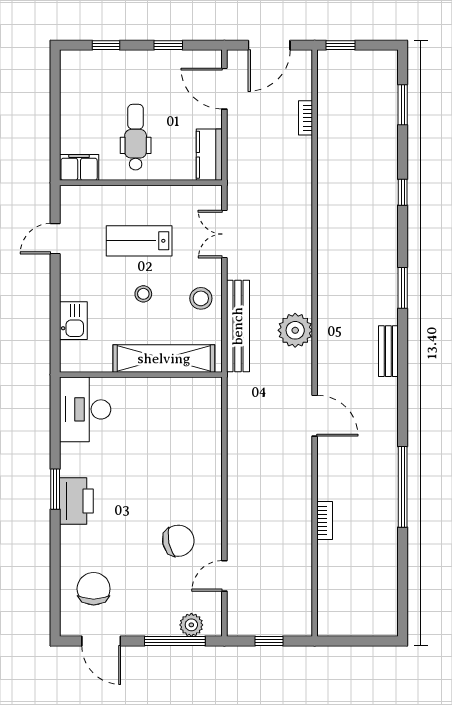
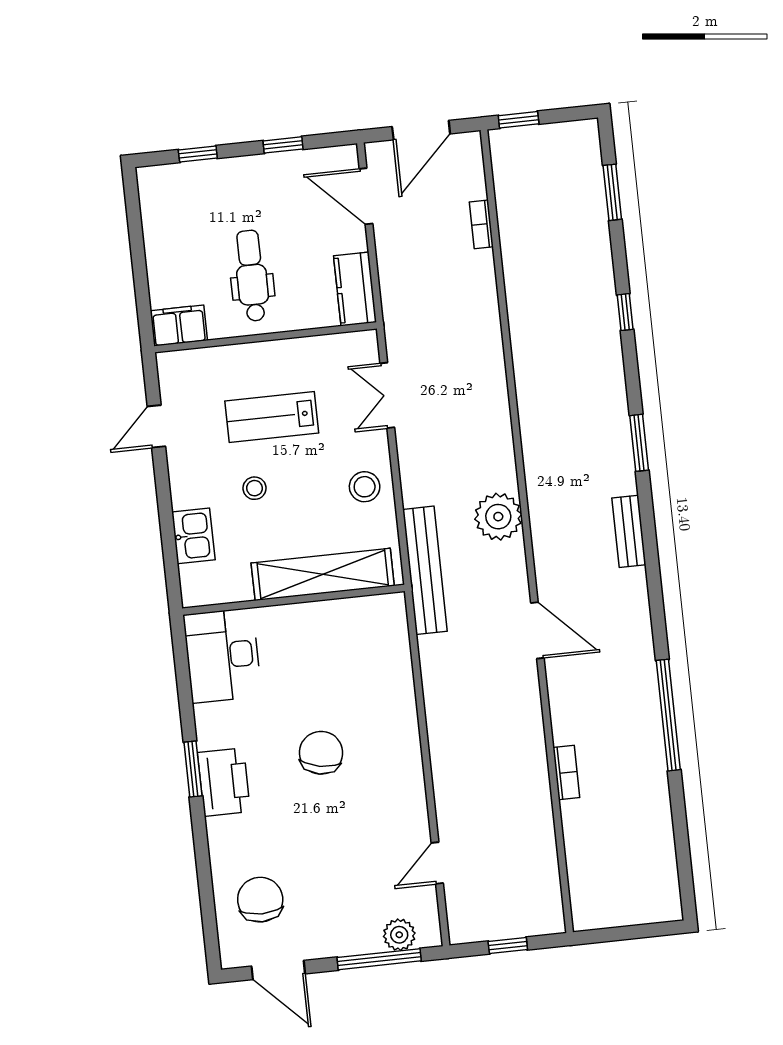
stool: (143, 294) -> (255, 488), moved
bench: (238, 326) -> (425, 570), moved
chair: (178, 541) -> (321, 753), moved, turned -67

